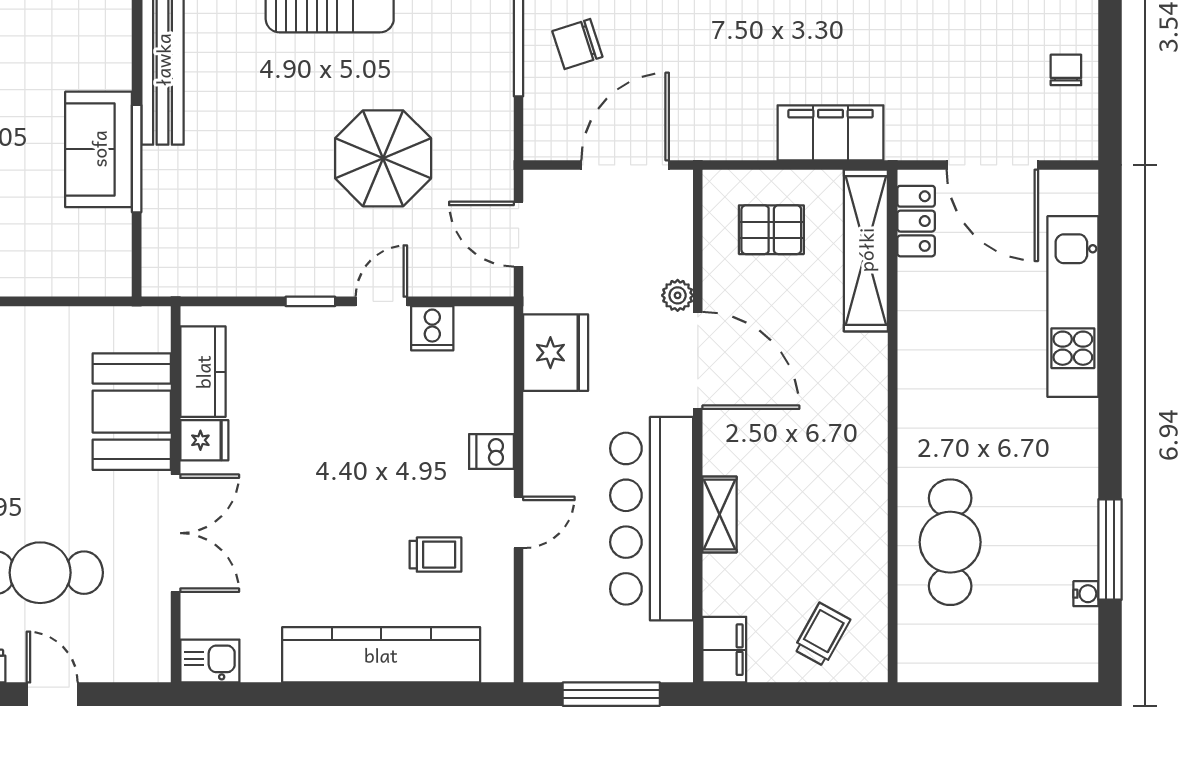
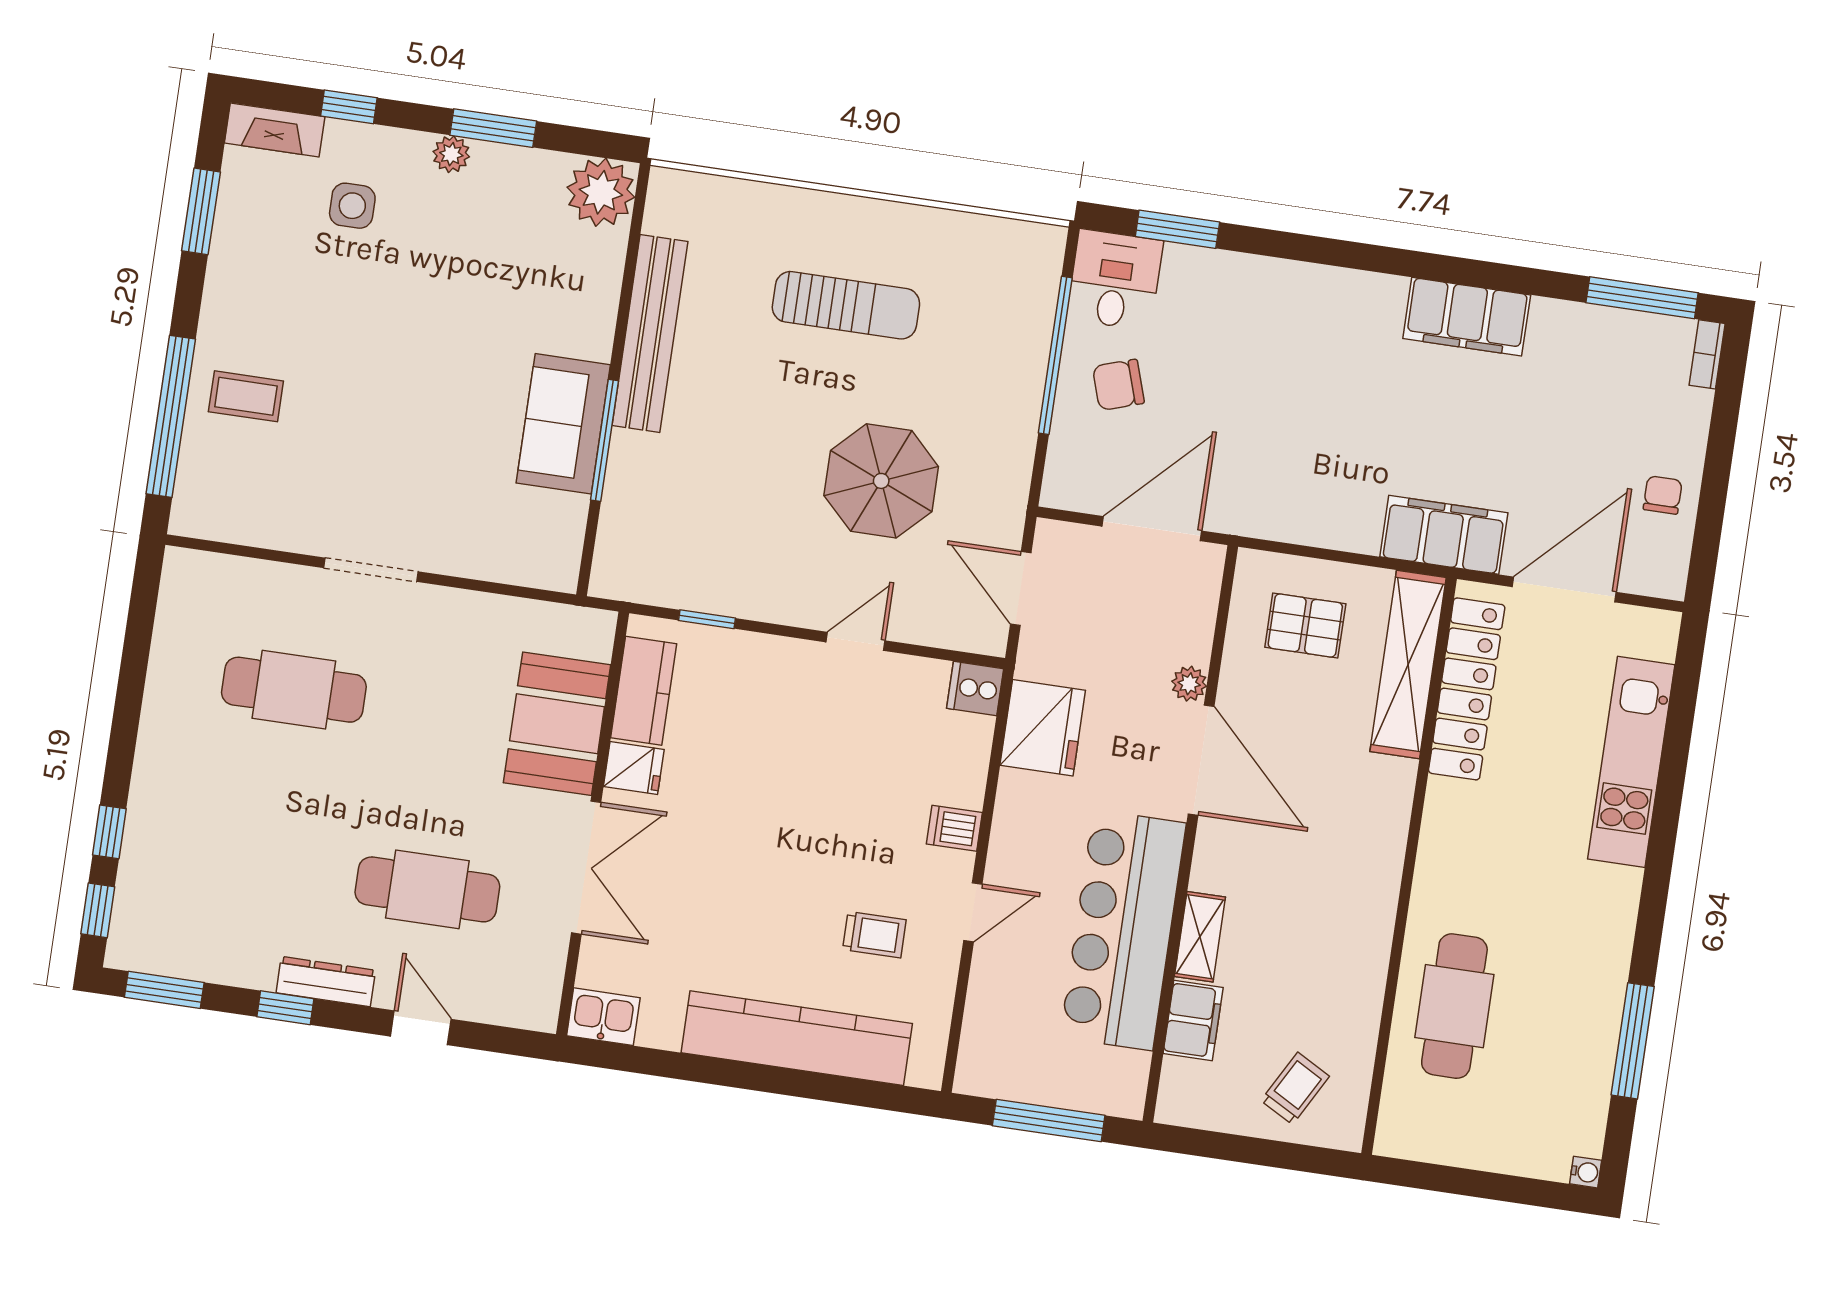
filing cabinet: (831, 133) -> (1444, 535), moved
door: (992, 165) -> (1564, 589), swing flipped
locker: (916, 221) -> (1467, 689), width x2.16, depth x1.21
window: (310, 301) -> (707, 619), moved
cooker: (432, 328) -> (975, 689), moved, turned 90
water cooler: (1086, 594) -> (1586, 1172), moved
filing cabinet: (724, 650) -> (1193, 1020), moved

